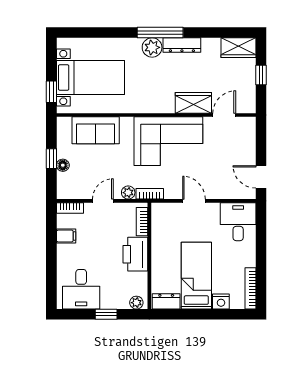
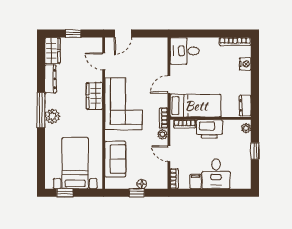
dresser: (182, 45) -> (50, 79), moved
window: (51, 92) -> (65, 193), moved
wardrobe: (193, 103) -> (94, 96), moved
door: (261, 177) -> (123, 34), moved
bed: (196, 276) -> (196, 106), moved, turned 180
desk: (81, 289) -> (216, 174), moved, turned 90

